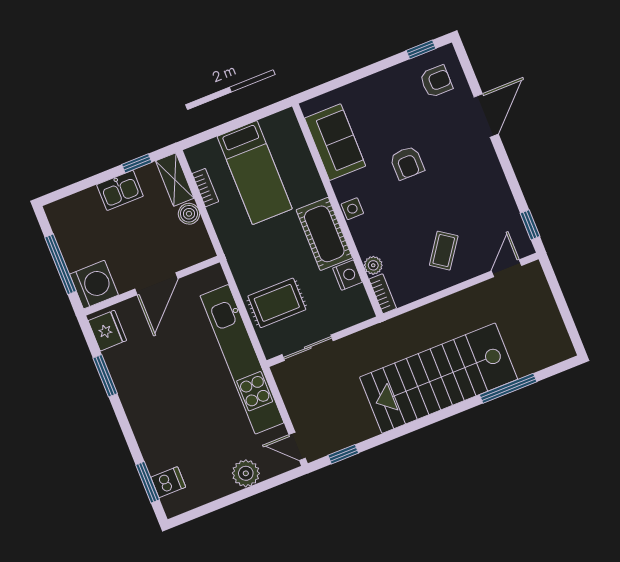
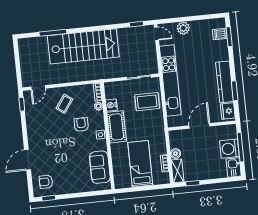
armchair: (407, 163) -> (81, 125), moved
kitchen sink: (120, 190) -> (234, 167), moved, turned -90
washing machine: (94, 285) -> (229, 149), moved
kitchen counter: (131, 388) -> (225, 82), added

